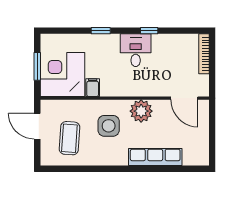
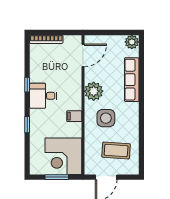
filing cabinet: (93, 88) -> (74, 116), moved
plant: (201, 157) -> (132, 42), added

